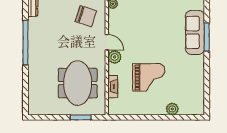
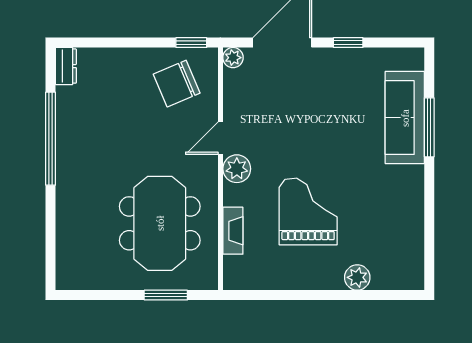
chair: (86, 16) -> (177, 84), turned 139
door: (107, 42) -> (220, 138), swing flipped
grand piano: (149, 77) -> (308, 211), turned -90

